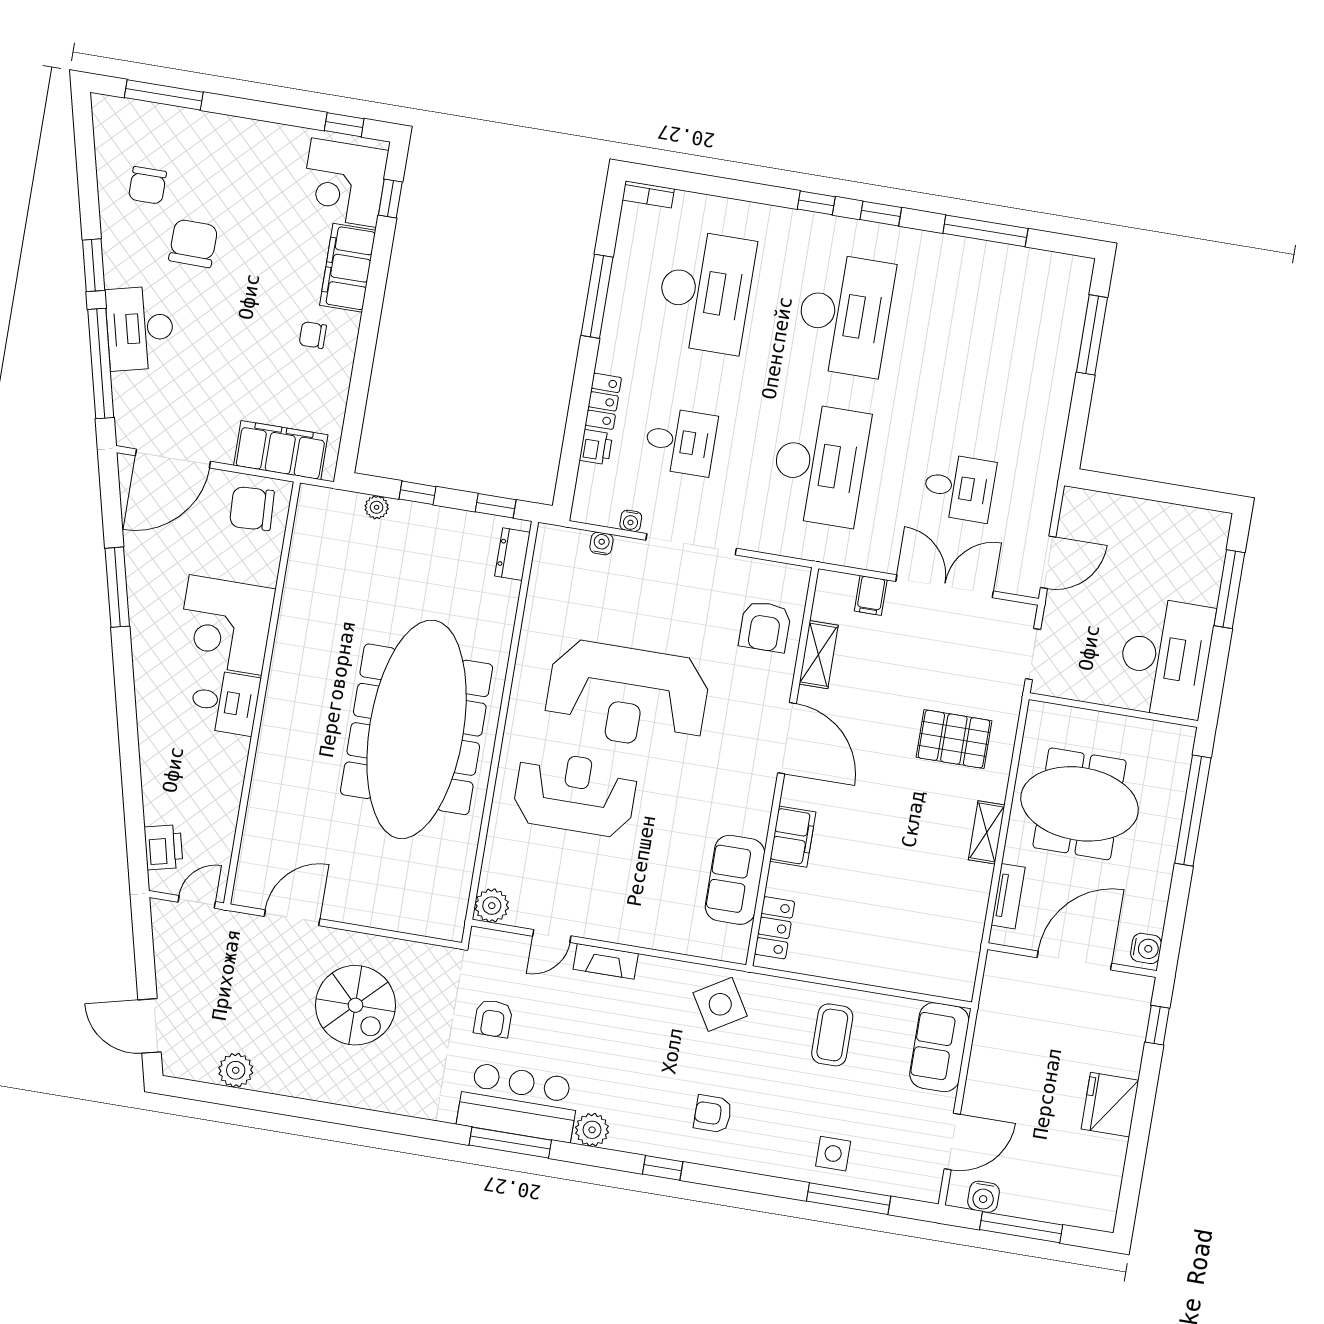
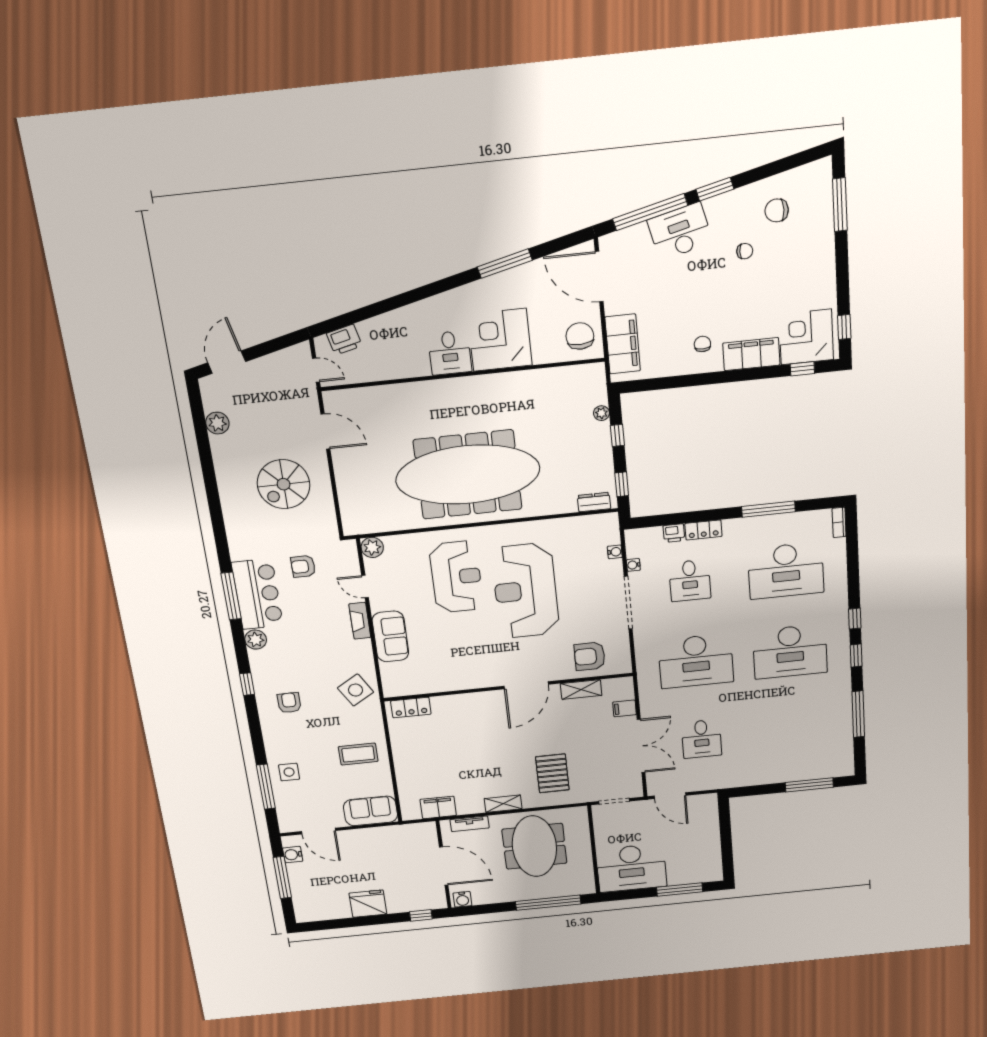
chair: (193, 243) -> (745, 251), width x0.54, depth x0.54
filing cabinet: (793, 837) -> (438, 807), moved, turned 180
sofa: (735, 880) -> (390, 636), moved, turned 90

